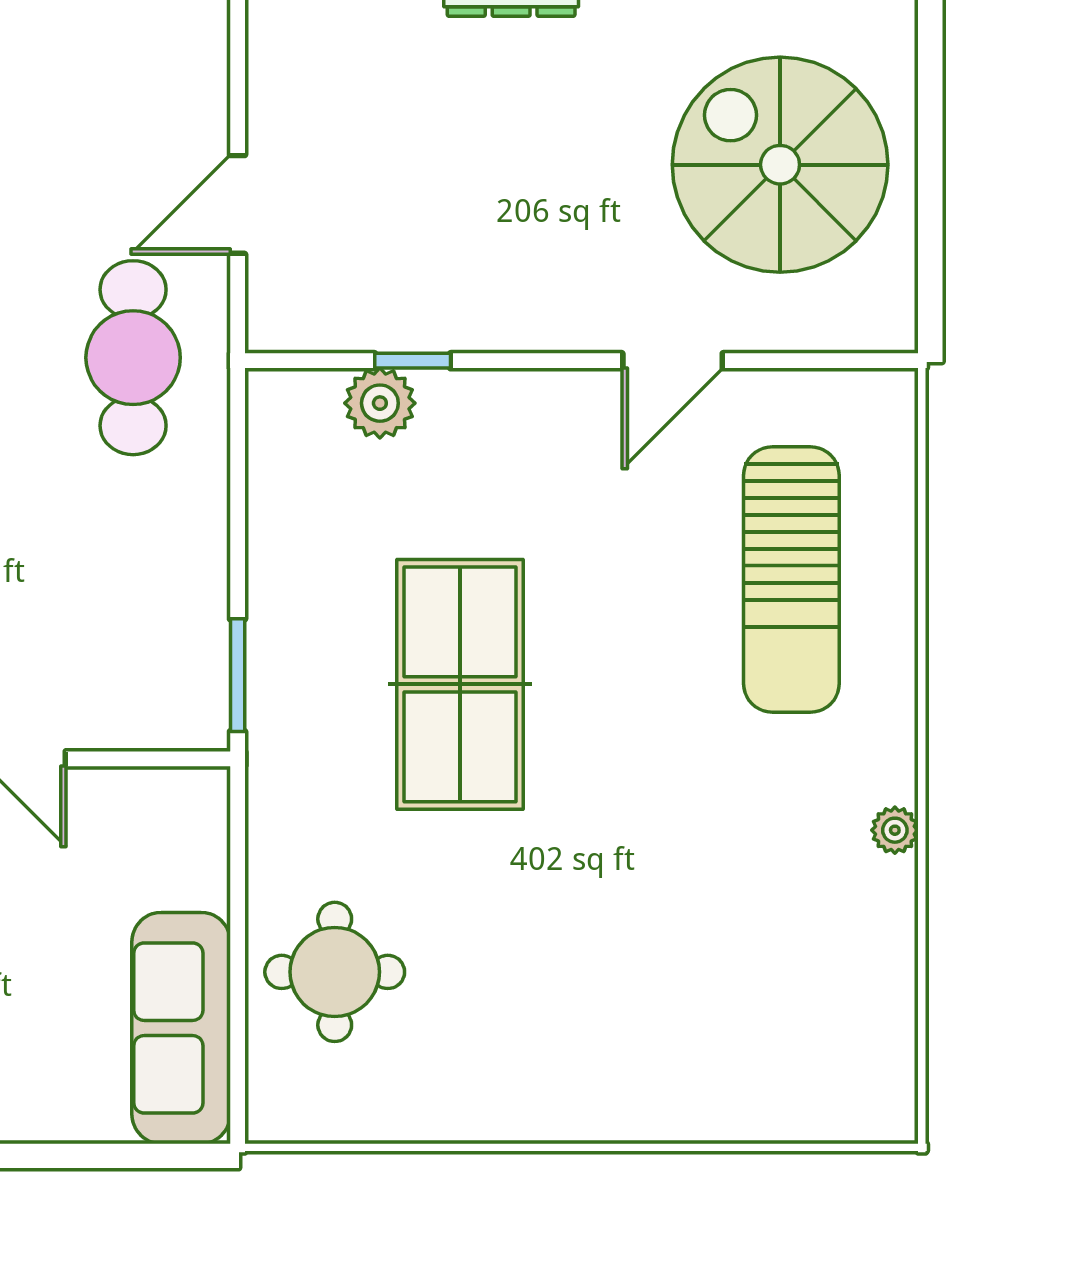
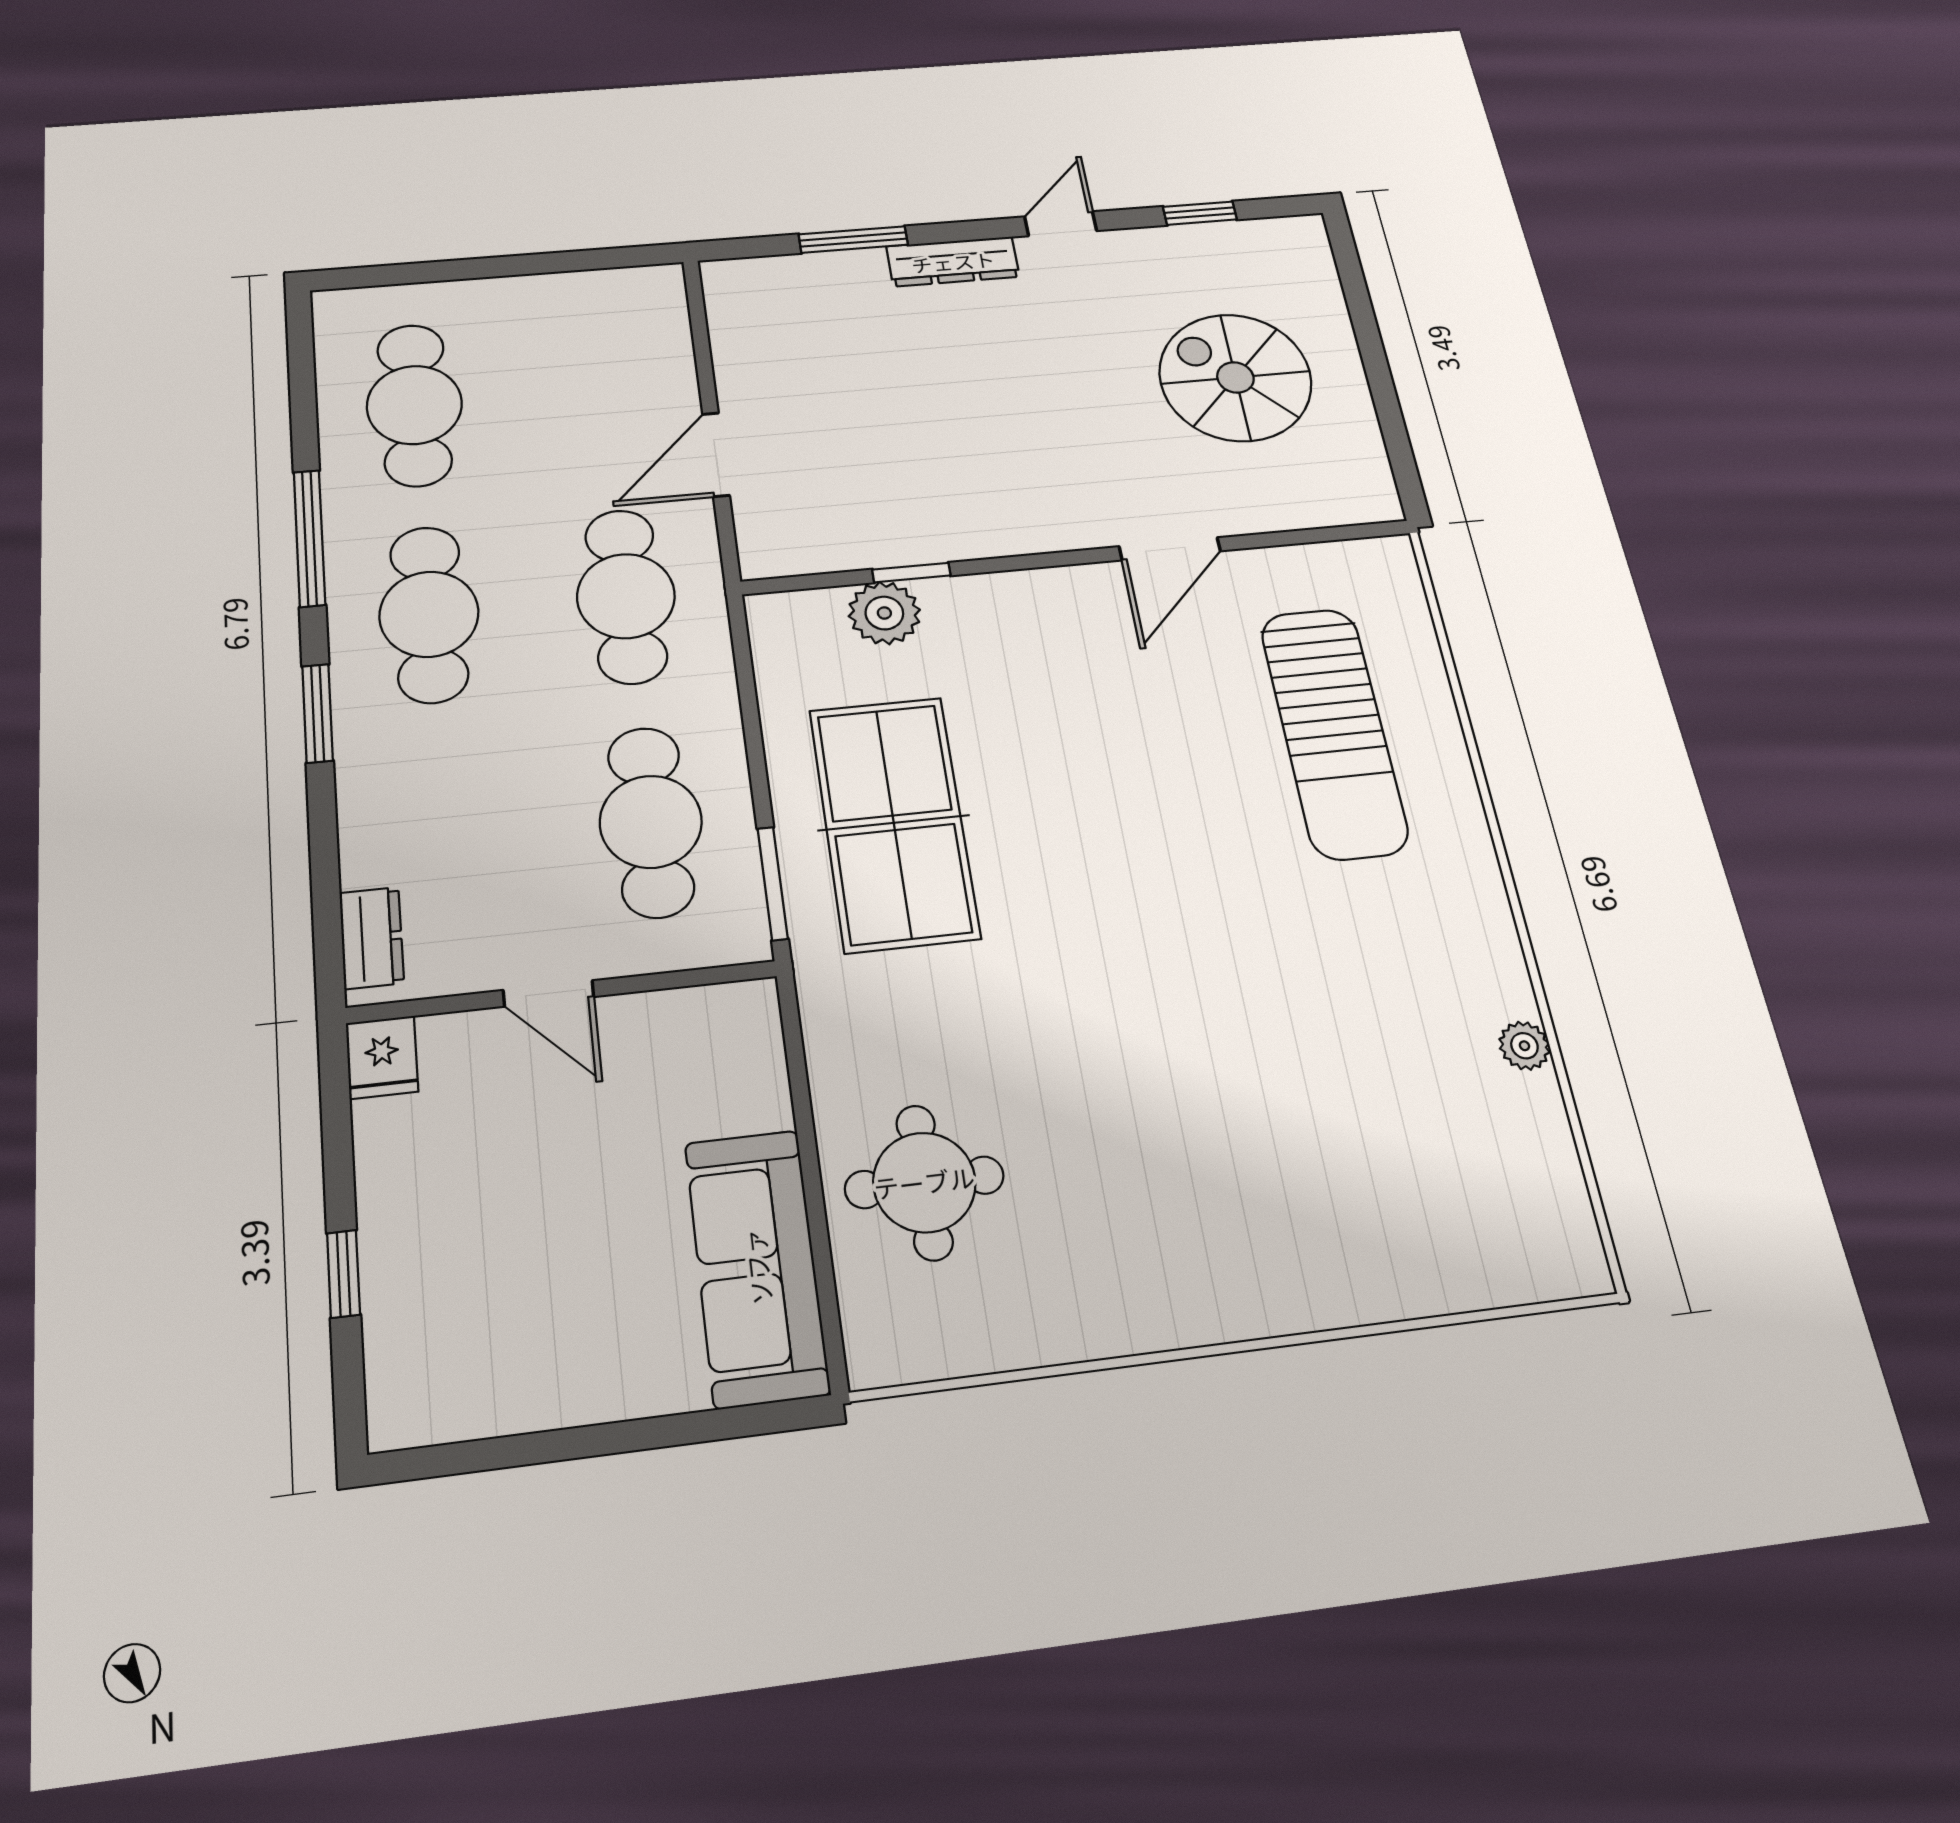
spiral stairs: (780, 165) -> (1235, 377), width x0.73, depth x0.73
cafe table: (133, 600) -> (651, 822), added
table tennis table: (460, 684) -> (894, 823), moved
plant: (895, 830) -> (1524, 1046), moved

